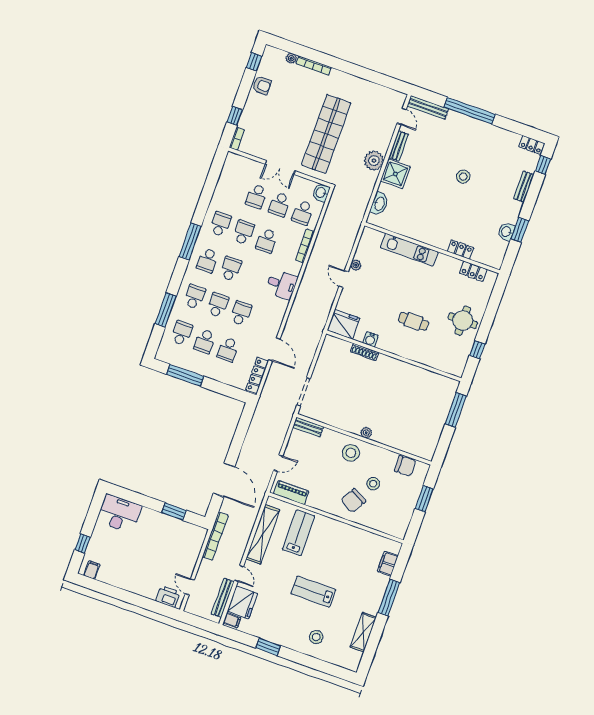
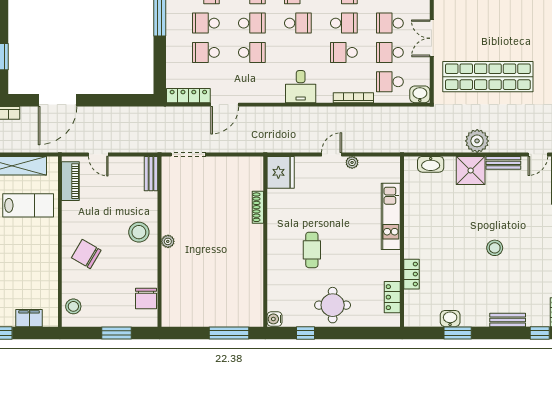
water cooler: (370, 339) -> (275, 319), moved
stool: (373, 484) -> (73, 306), moved

